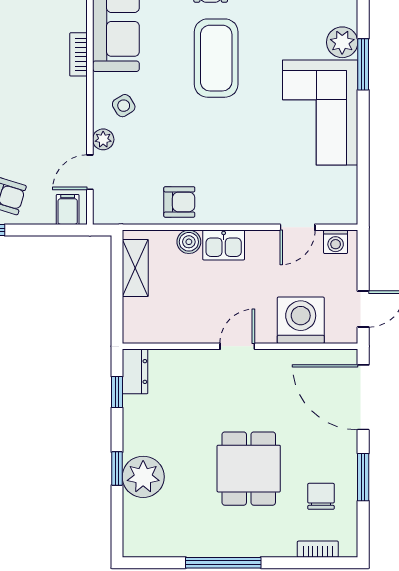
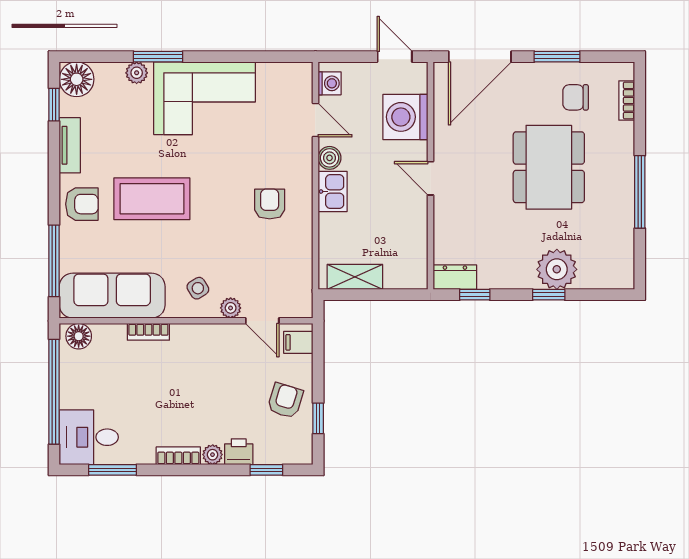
plant: (342, 42) -> (137, 73), width x0.73, depth x0.73
armchair: (179, 202) -> (270, 204), moved
boiler: (189, 242) -> (330, 158), moved
dining table: (249, 469) -> (549, 167), width x1.38

